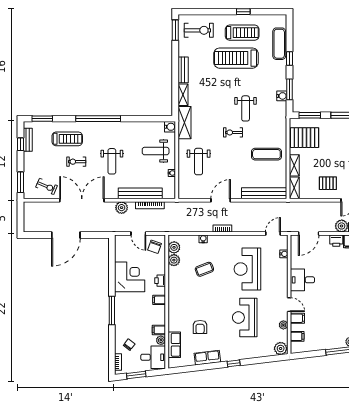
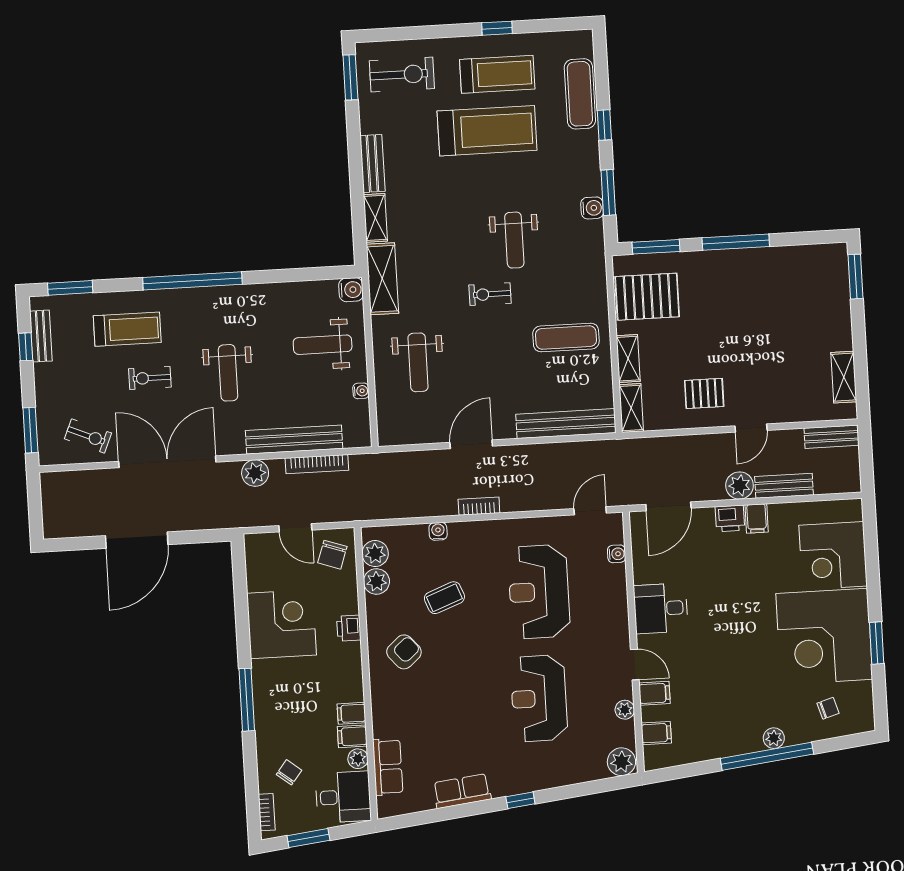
treadmill: (236, 58) -> (487, 131), turned 180
filing cabinet: (159, 300) -> (351, 713), moved
armchair: (200, 327) -> (404, 652), moved, turned -131

